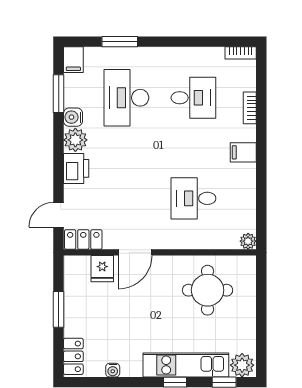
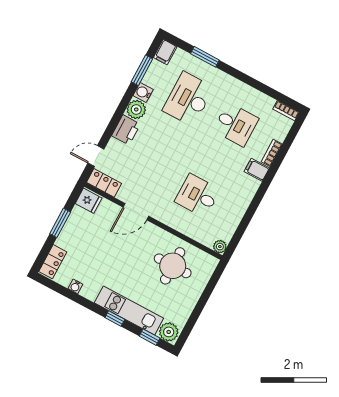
filing cabinet: (243, 152) -> (257, 170), moved
fridge: (102, 269) -> (89, 201), moved, turned -90

